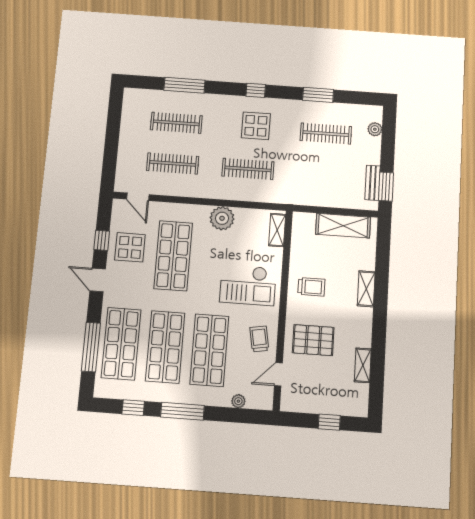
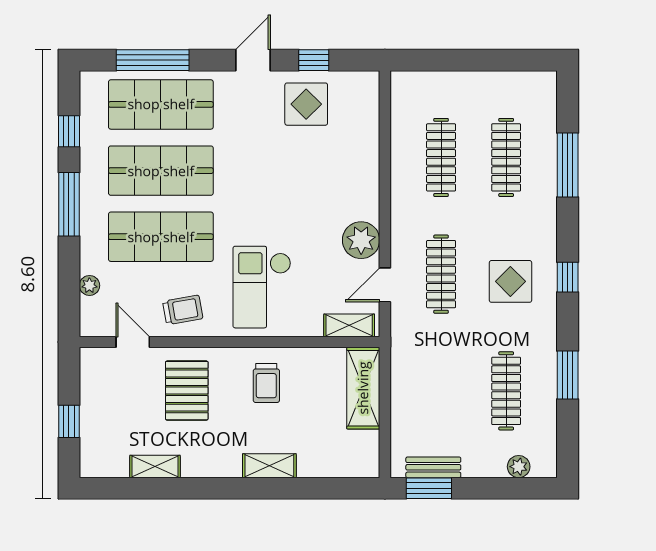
door: (138, 197) -> (385, 285), moved
shelving: (343, 226) -> (363, 388), moved
shop shelf: (173, 256) -> (298, 171), removed

